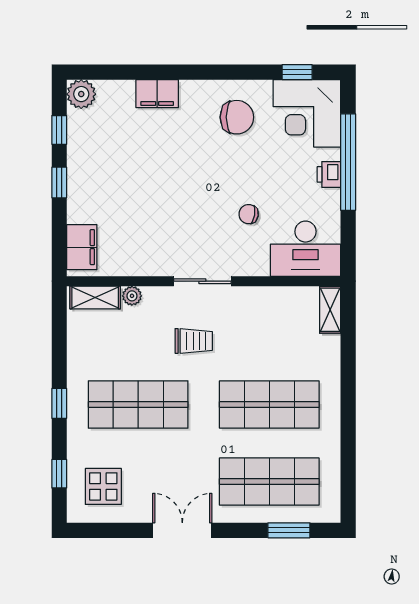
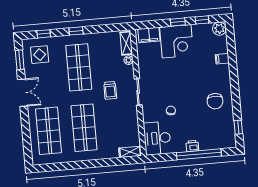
filing cabinet: (157, 94) -> (222, 59), width x0.50
corner desk: (307, 113) -> (177, 41), moved, turned 180
window: (289, 530) -> (20, 60), moved

